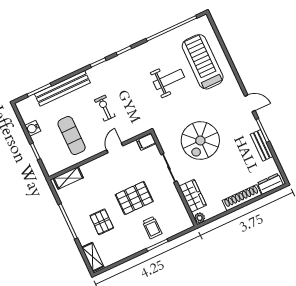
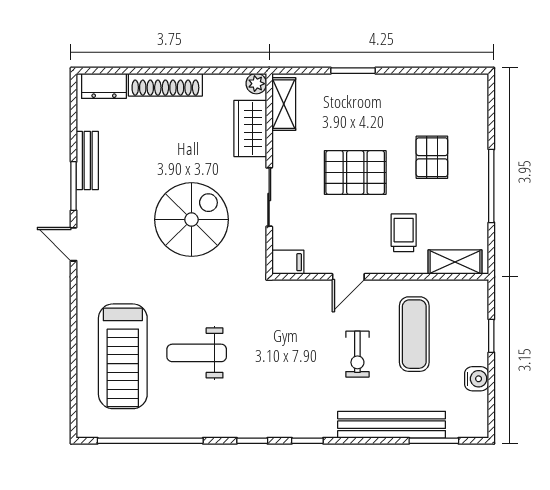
exercise bike: (105, 108) -> (357, 354), moved
trolley: (152, 228) -> (404, 233), moved
shelving: (93, 257) -> (284, 104), moved

